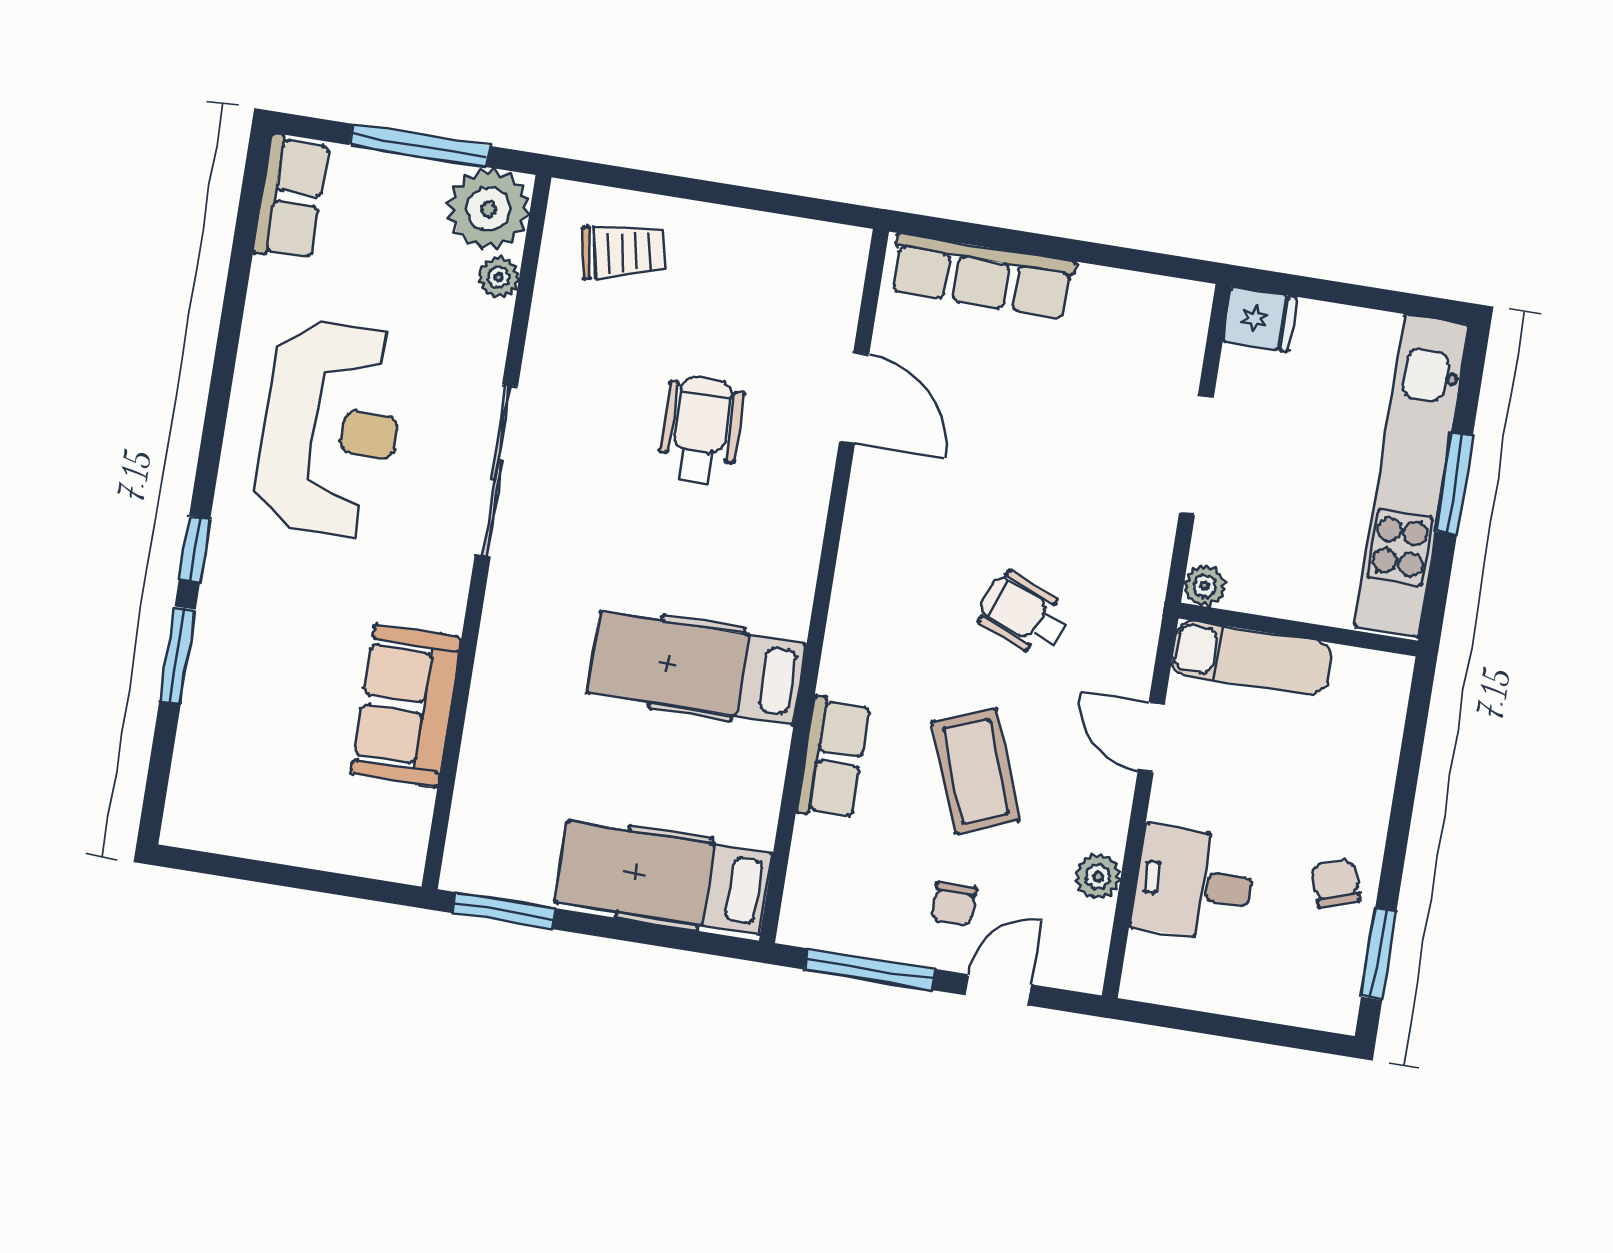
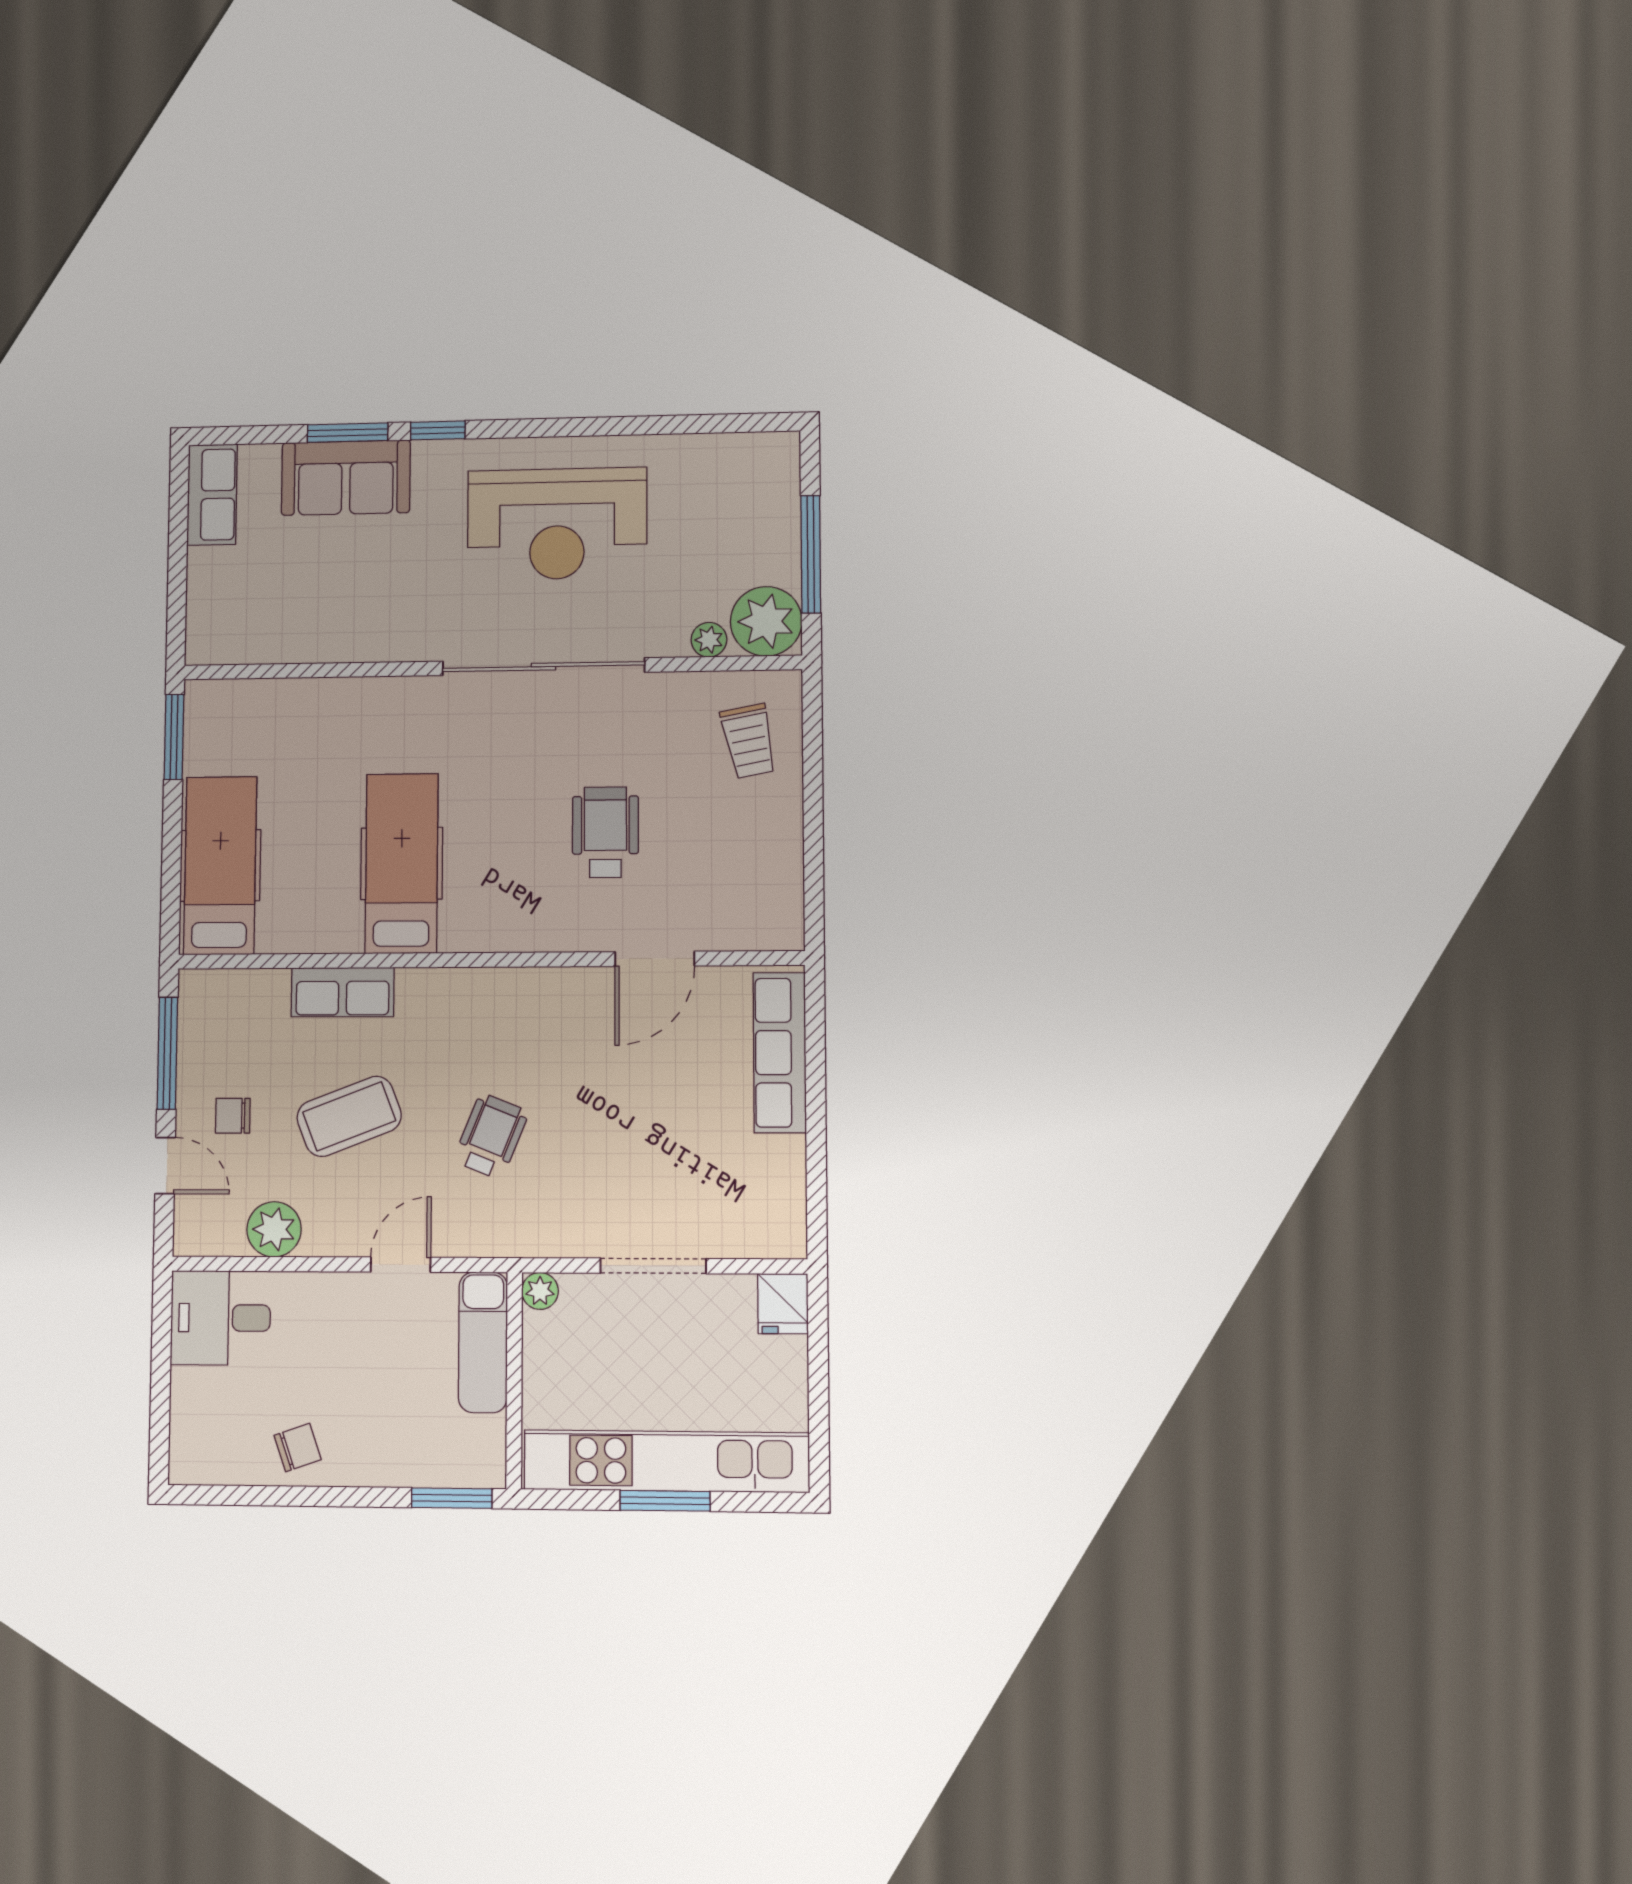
row of seats: (291, 198) -> (212, 495), moved, turned -90
wheelchair: (700, 430) -> (605, 832), turned -90
sliding door: (496, 471) -> (543, 667), width x1.36
sofa: (406, 706) -> (346, 478), moved, turned 180
plant: (1098, 876) -> (274, 1229), width x1.38, depth x1.38
desk: (1194, 884) -> (221, 1318), moved, turned -90
window: (1379, 954) -> (452, 1498), moved

